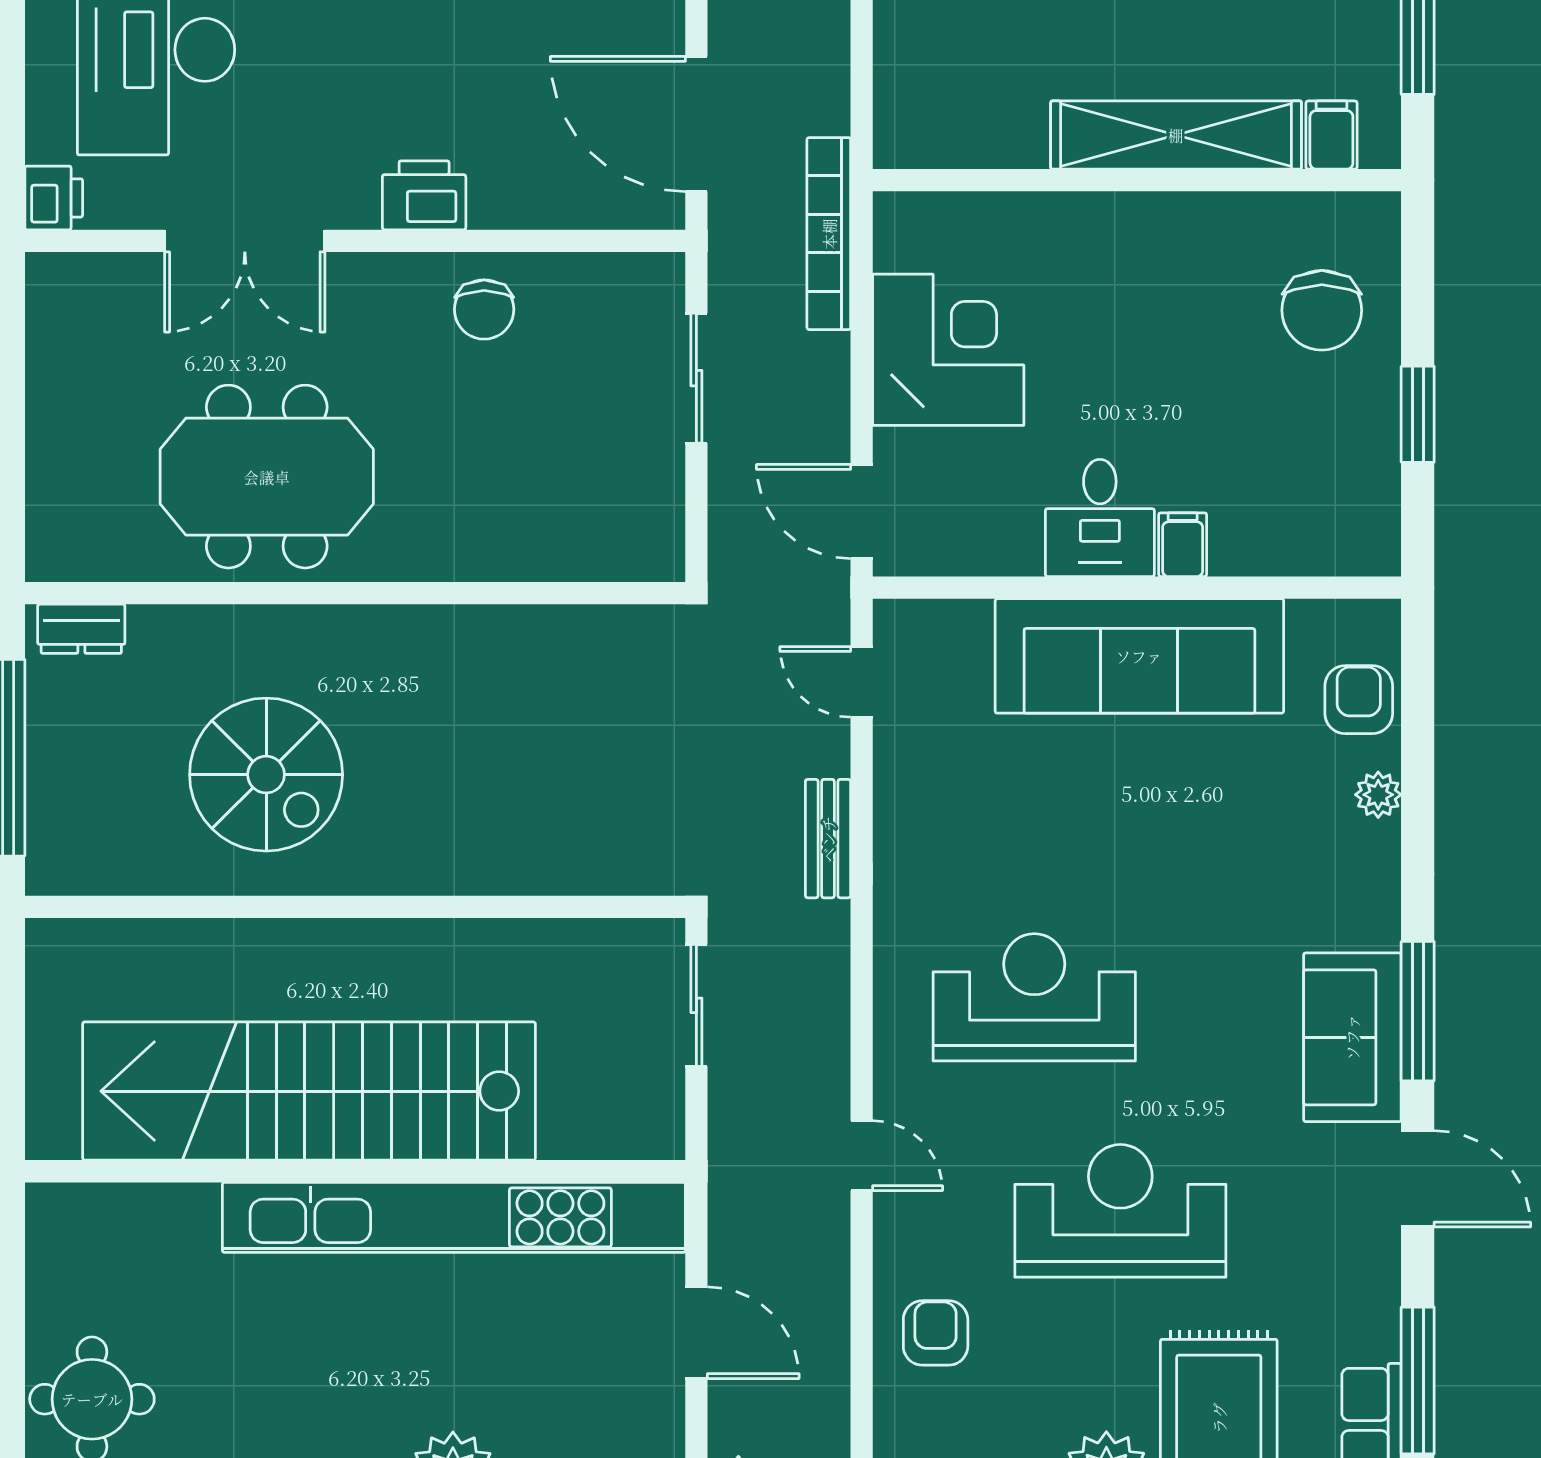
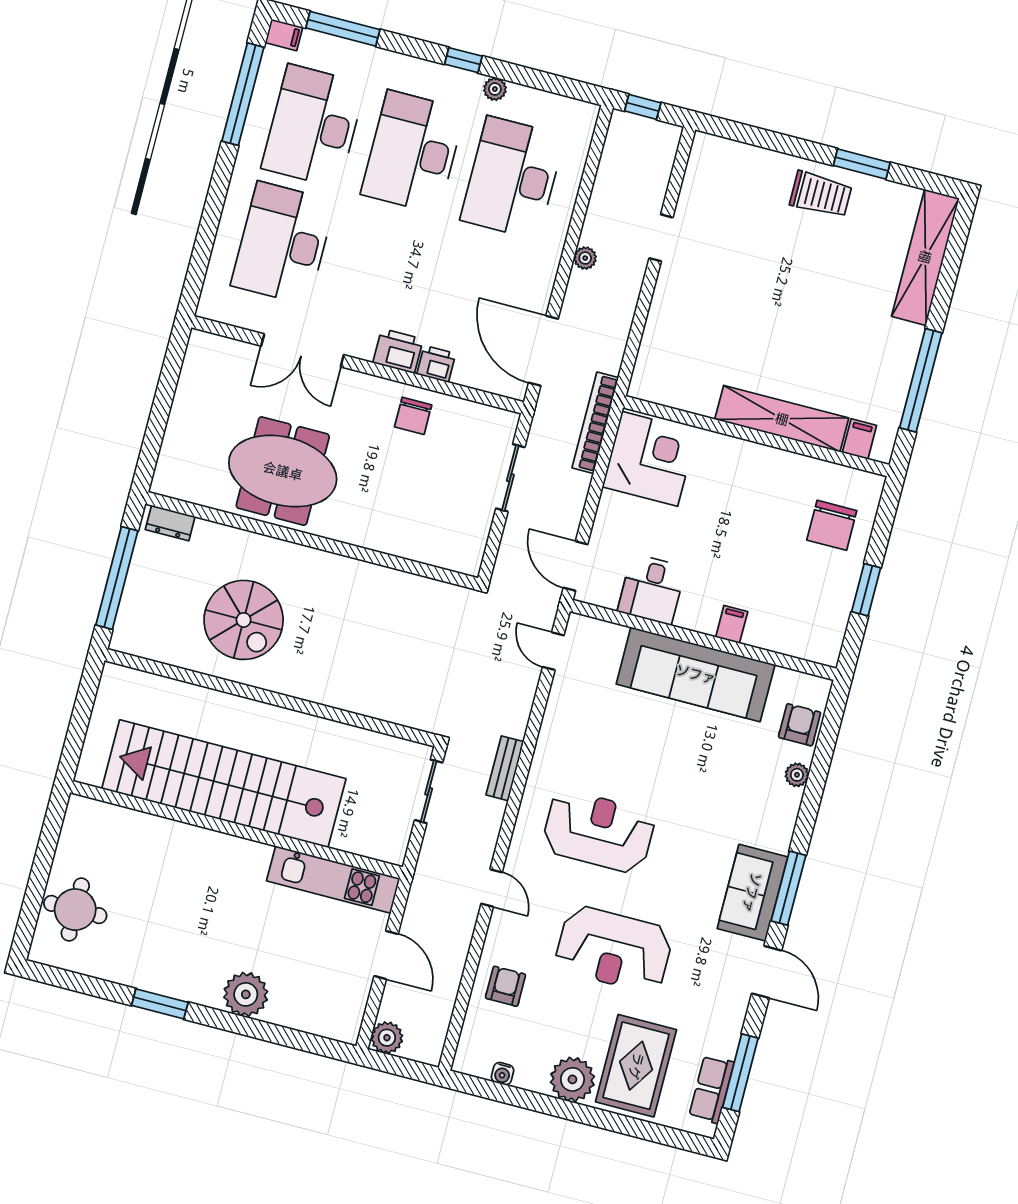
printer: (54, 198) -> (436, 364), moved, turned -90
corner desk: (948, 350) -> (650, 459), moved
desk: (1100, 518) -> (652, 589), moved
bench: (828, 839) -> (505, 768), moved
reception desk: (1120, 1211) -> (614, 949), turned 180
kitchen unit: (454, 1217) -> (333, 880), width x0.54

